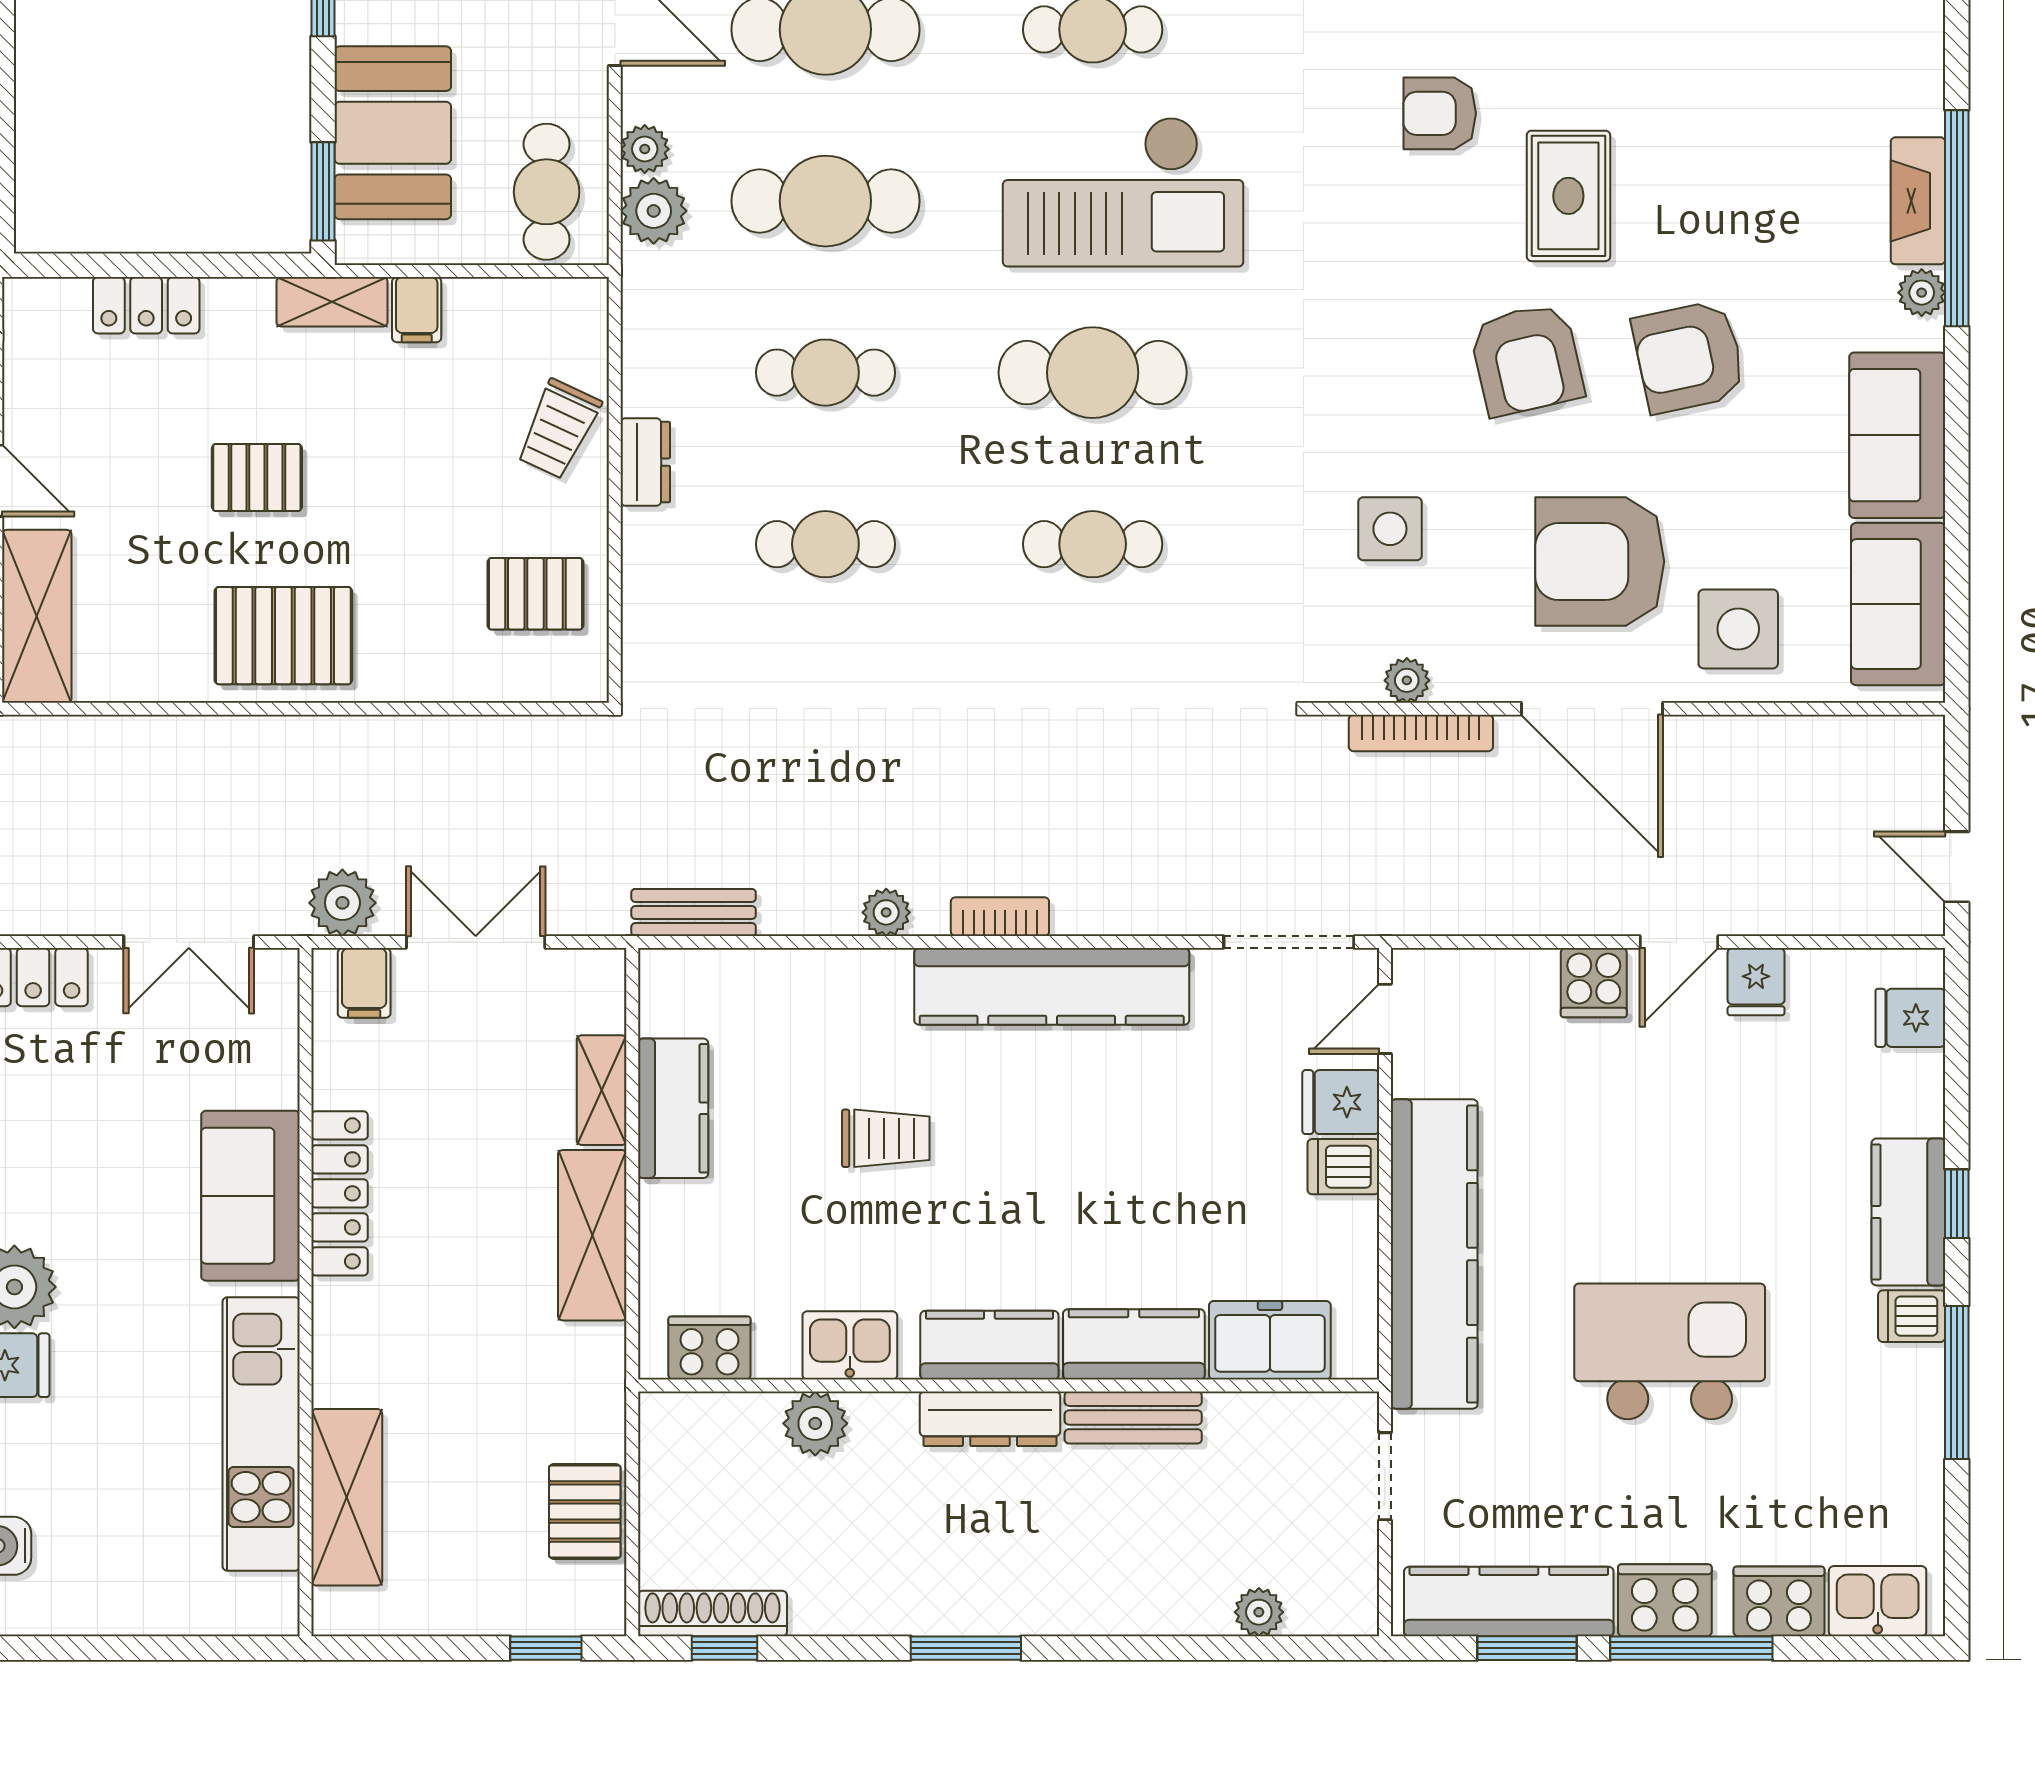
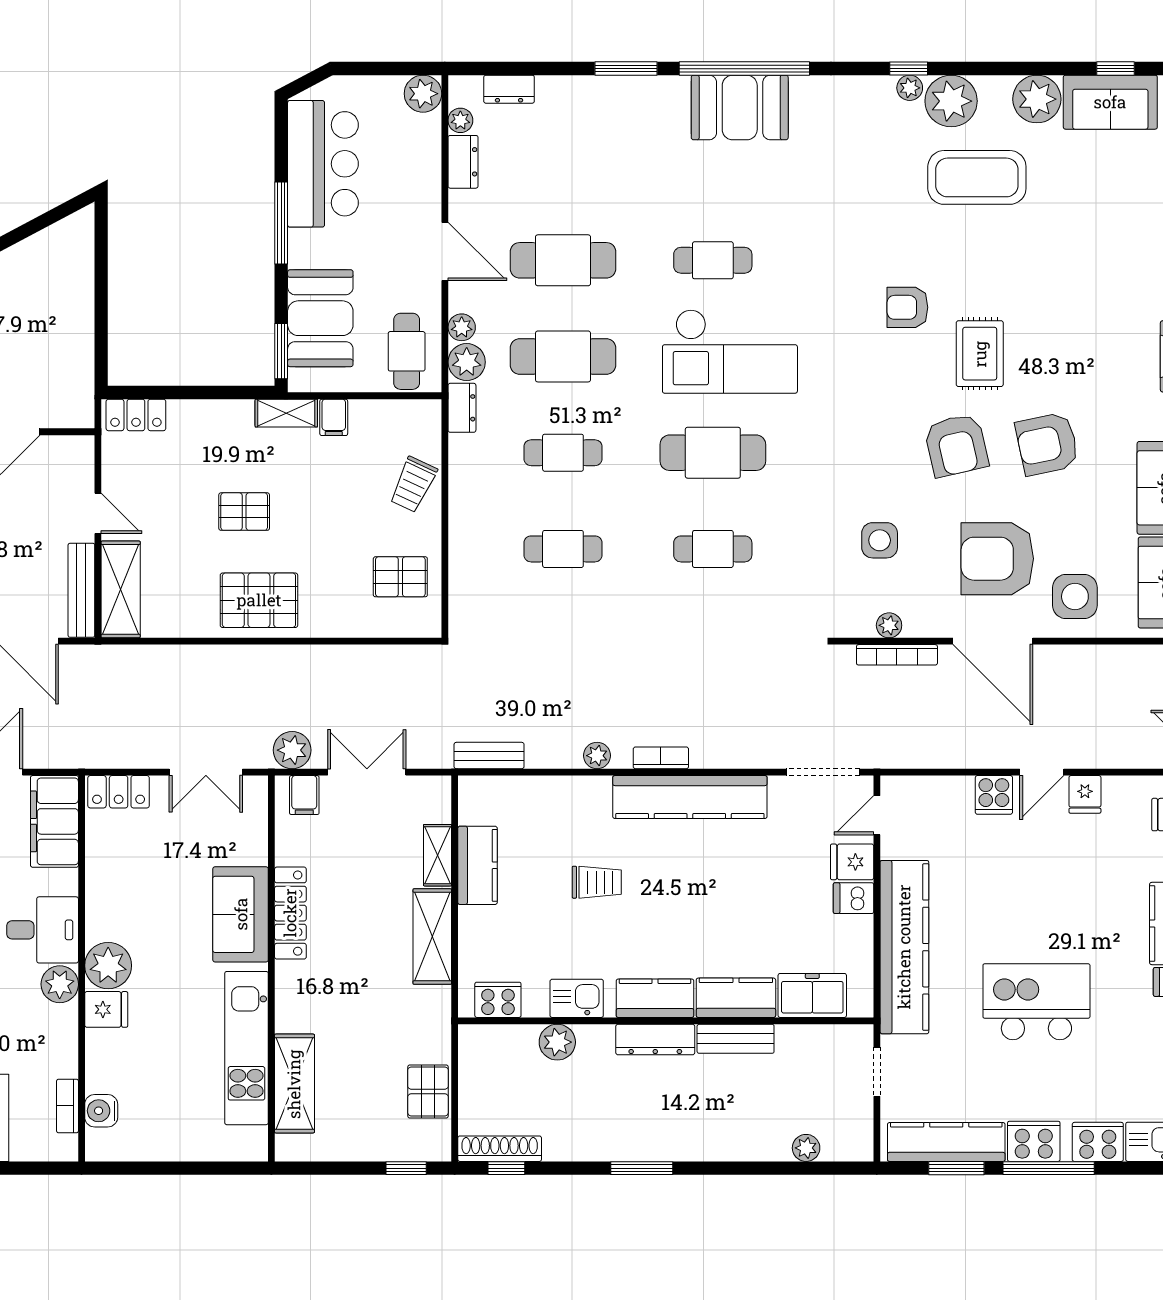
locker: (146, 305) -> (136, 415), moved
dresser: (645, 462) -> (462, 408), moved

